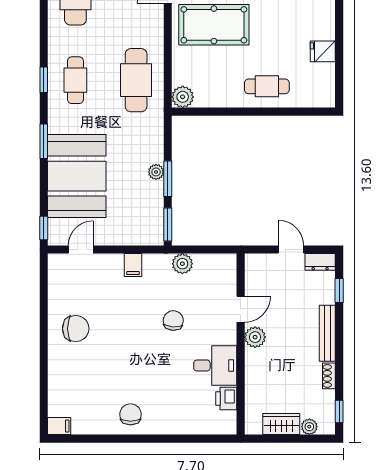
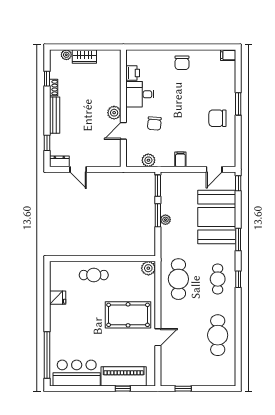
door: (241, 309) -> (123, 131), moved
plant: (255, 337) -> (114, 113), moved
wall: (241, 344) -> (123, 108), moved
window: (44, 351) -> (238, 104), added
desk: (215, 366) -> (140, 94), moved
printer: (226, 398) -> (133, 73), moved
window: (339, 412) -> (47, 79), moved

